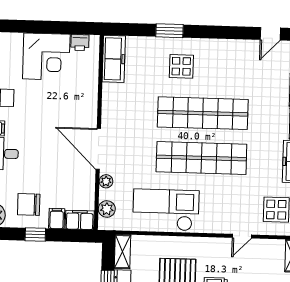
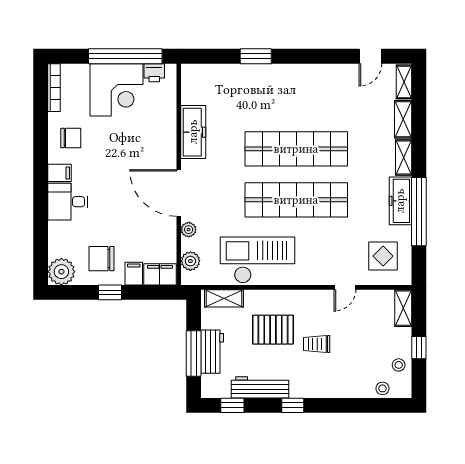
window: (55, 27) -> (125, 56), added
freezer: (114, 59) -> (193, 132), moved
display table: (181, 66) -> (270, 96), removed
shelving: (122, 252) -> (224, 298), moved, turned 90

